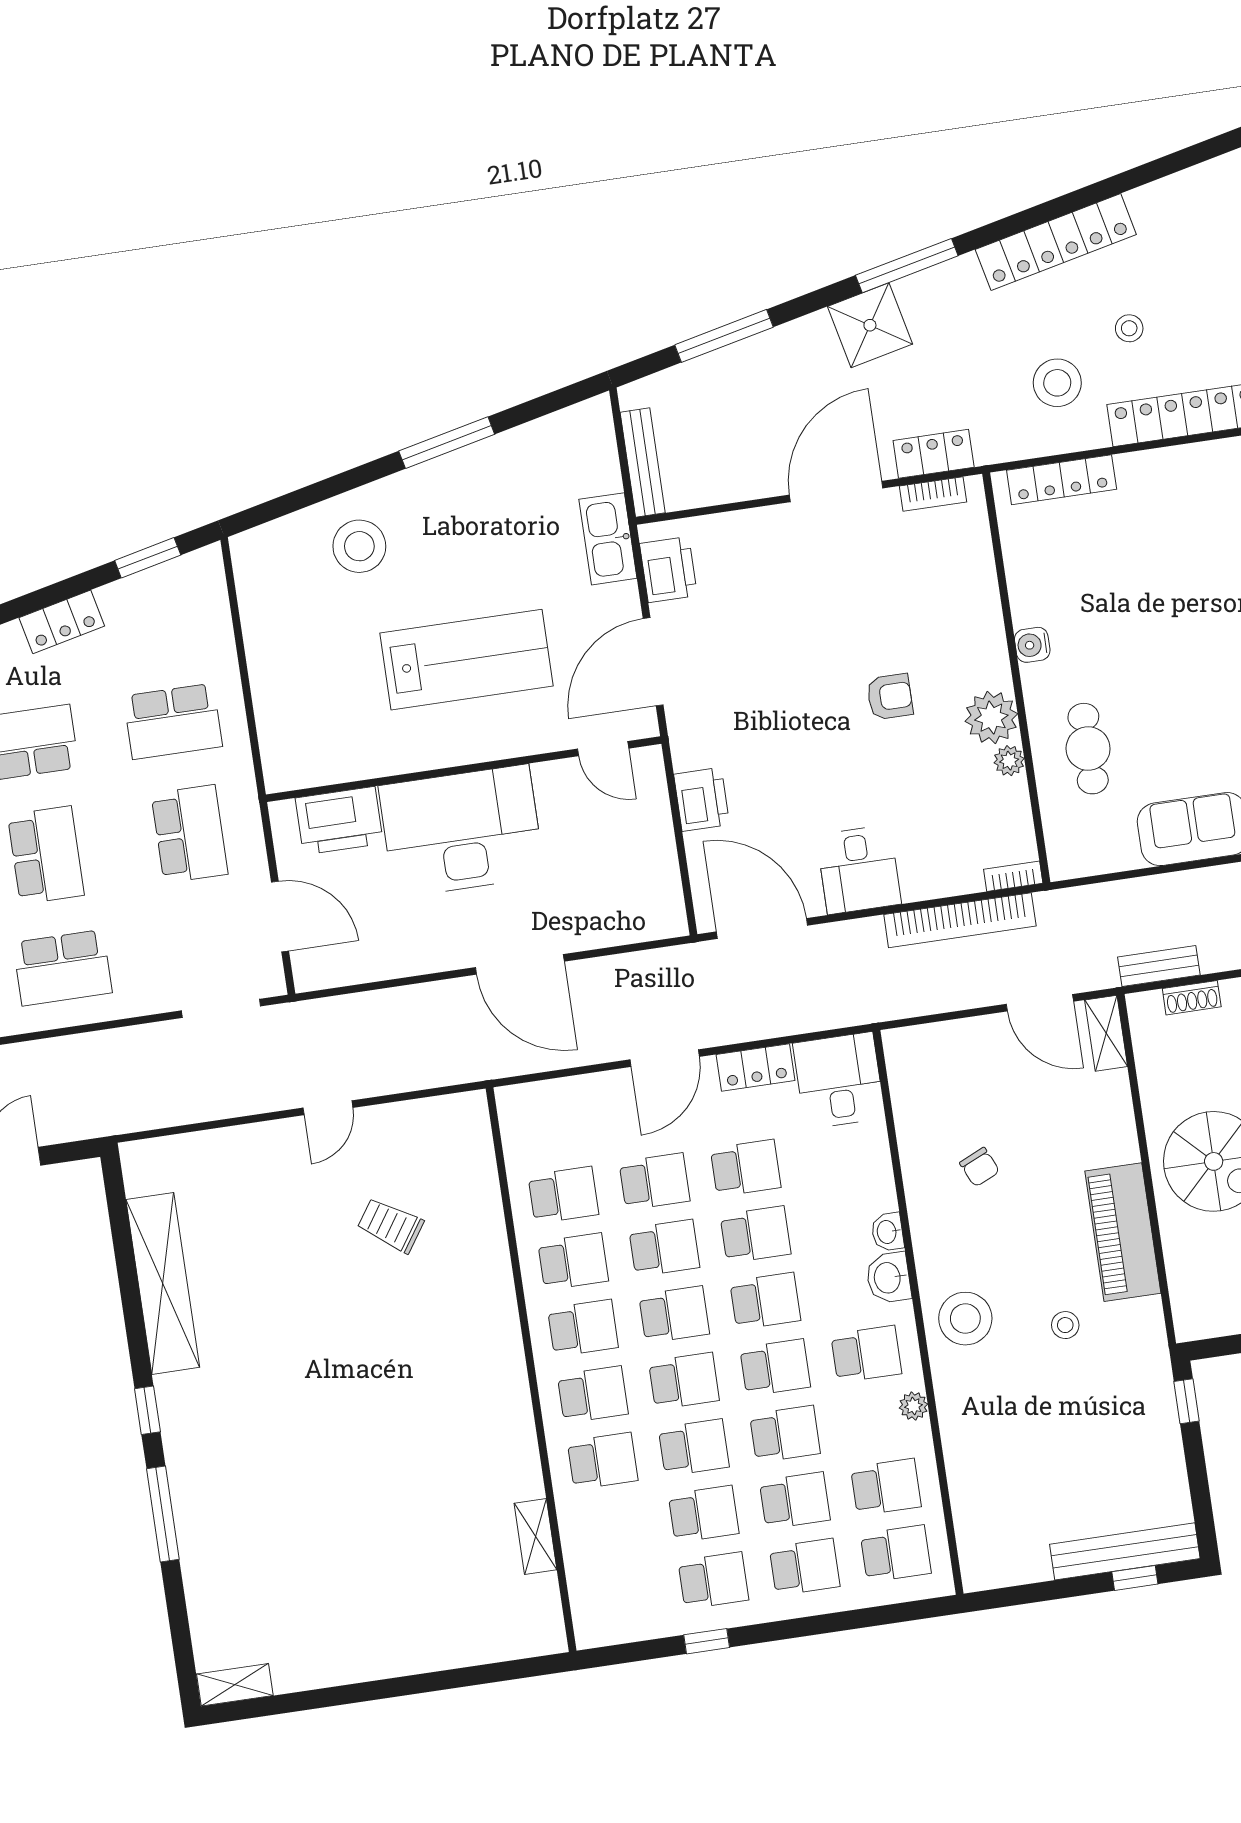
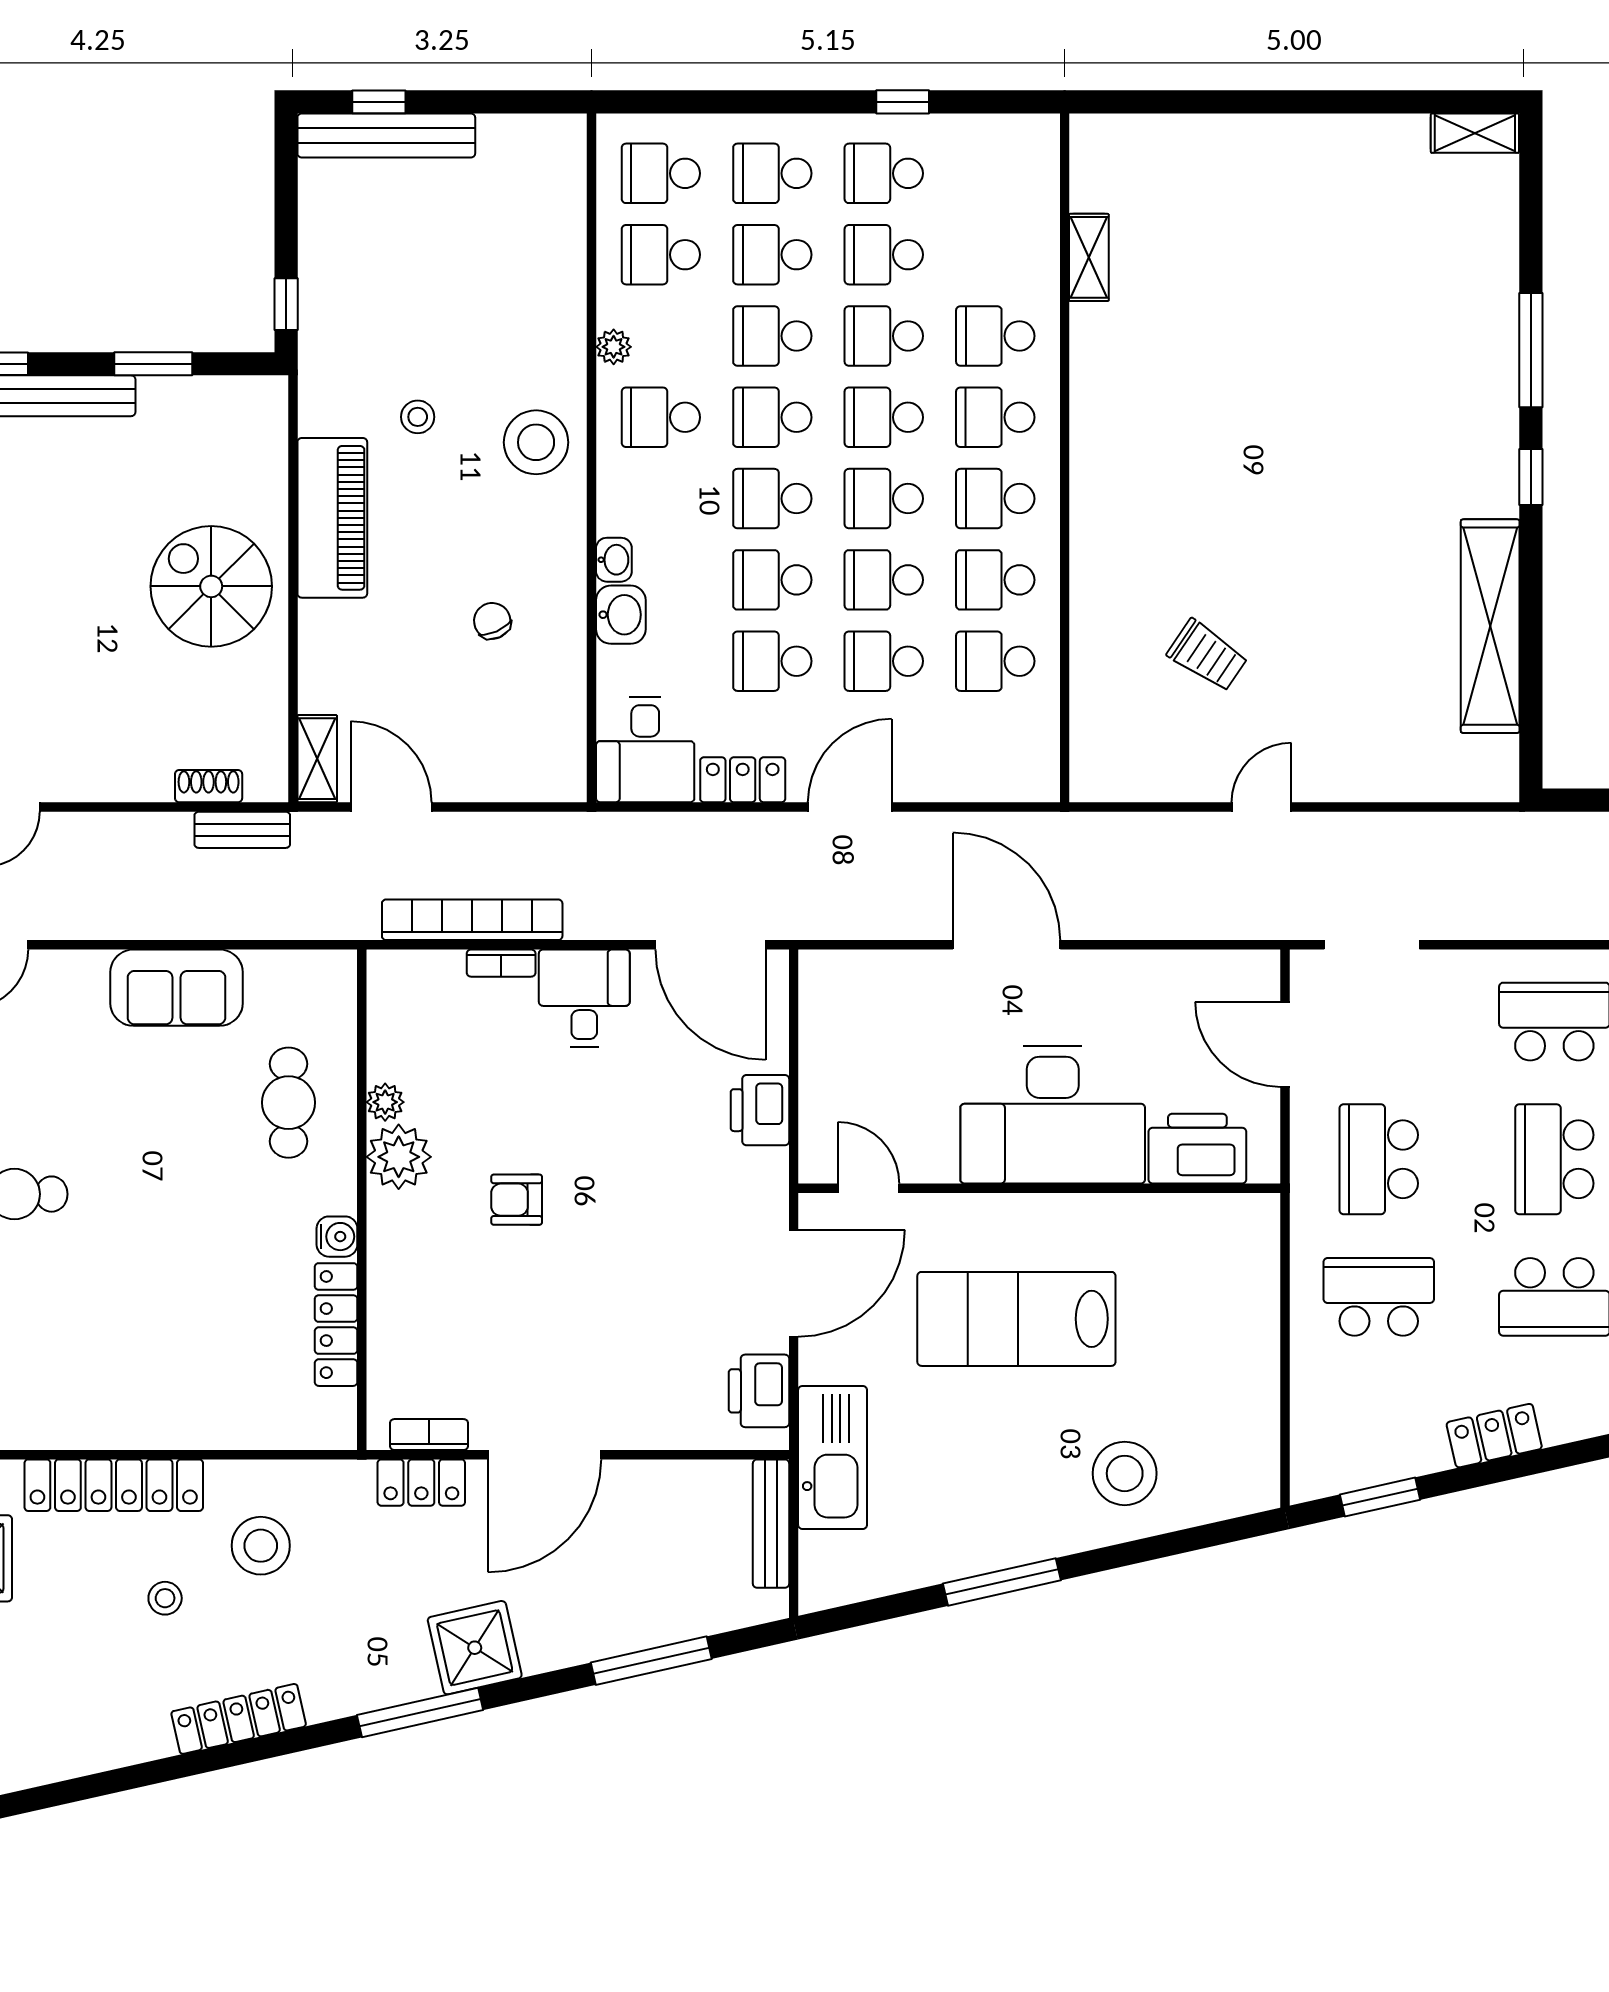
locker: (1056, 242) -> (239, 1719), width x0.71, depth x0.83
locker: (1062, 480) -> (336, 1325), moved, turned -90
kitchen sink: (608, 539) -> (833, 1457), width x1.36, depth x1.24
bookcase: (1013, 876) -> (501, 963), moved
washbasin: (888, 1278) -> (621, 615), moved

